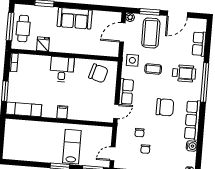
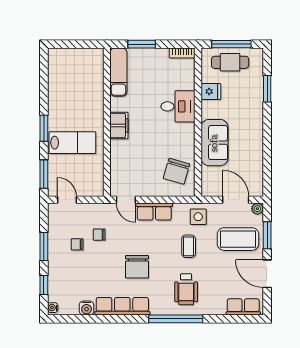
sofa: (75, 18) -> (214, 143), moved, turned 180
row of seats: (199, 44) -> (243, 307), moved
desk: (62, 69) -> (178, 106), moved
filing cabinet: (62, 112) -> (119, 126), width x2.00

